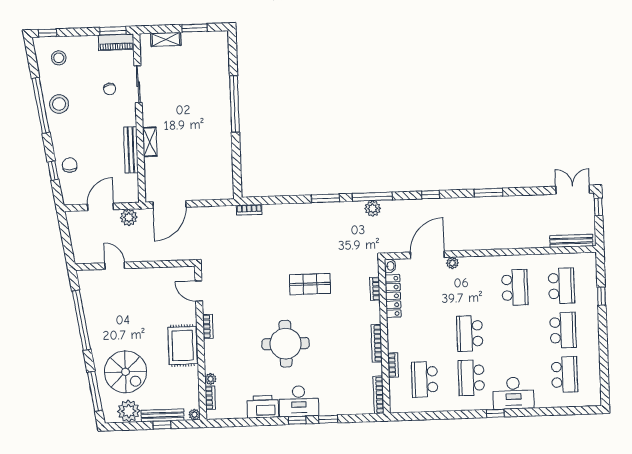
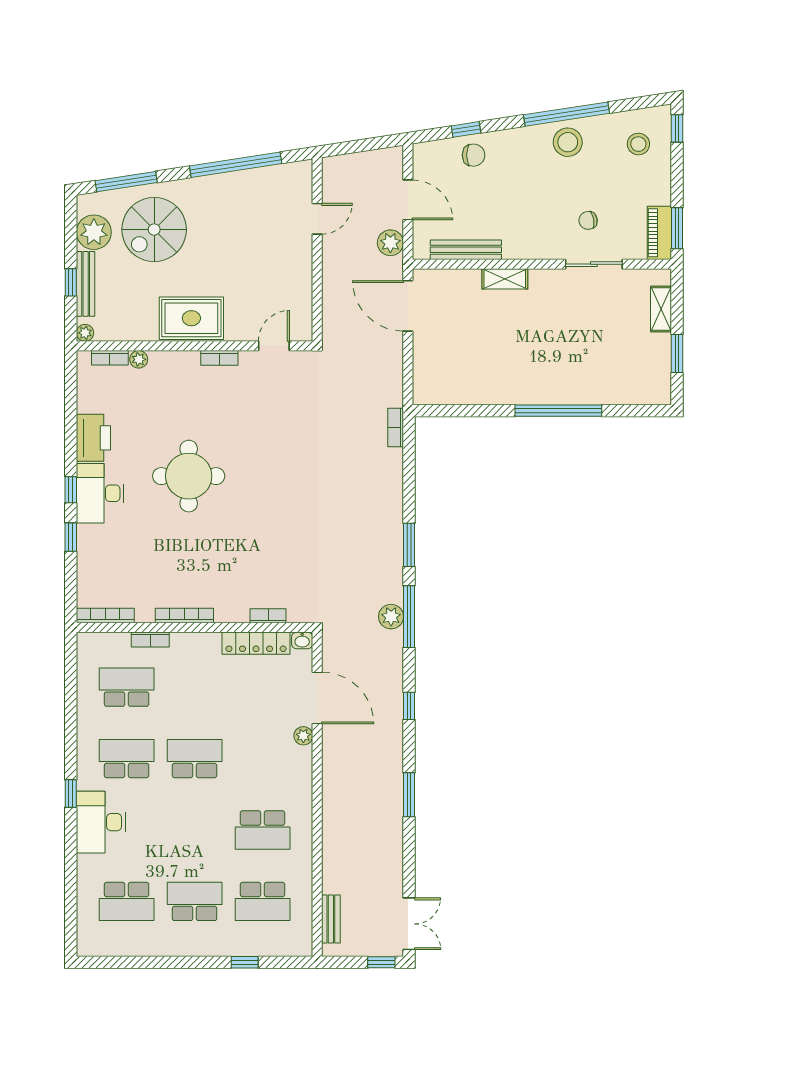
bench: (131, 150) -> (466, 250), moved
bench: (571, 241) -> (331, 919), width x0.73
shop shelf: (310, 284) -> (279, 517), removed
school desk: (563, 330) -> (195, 901), turned 180

